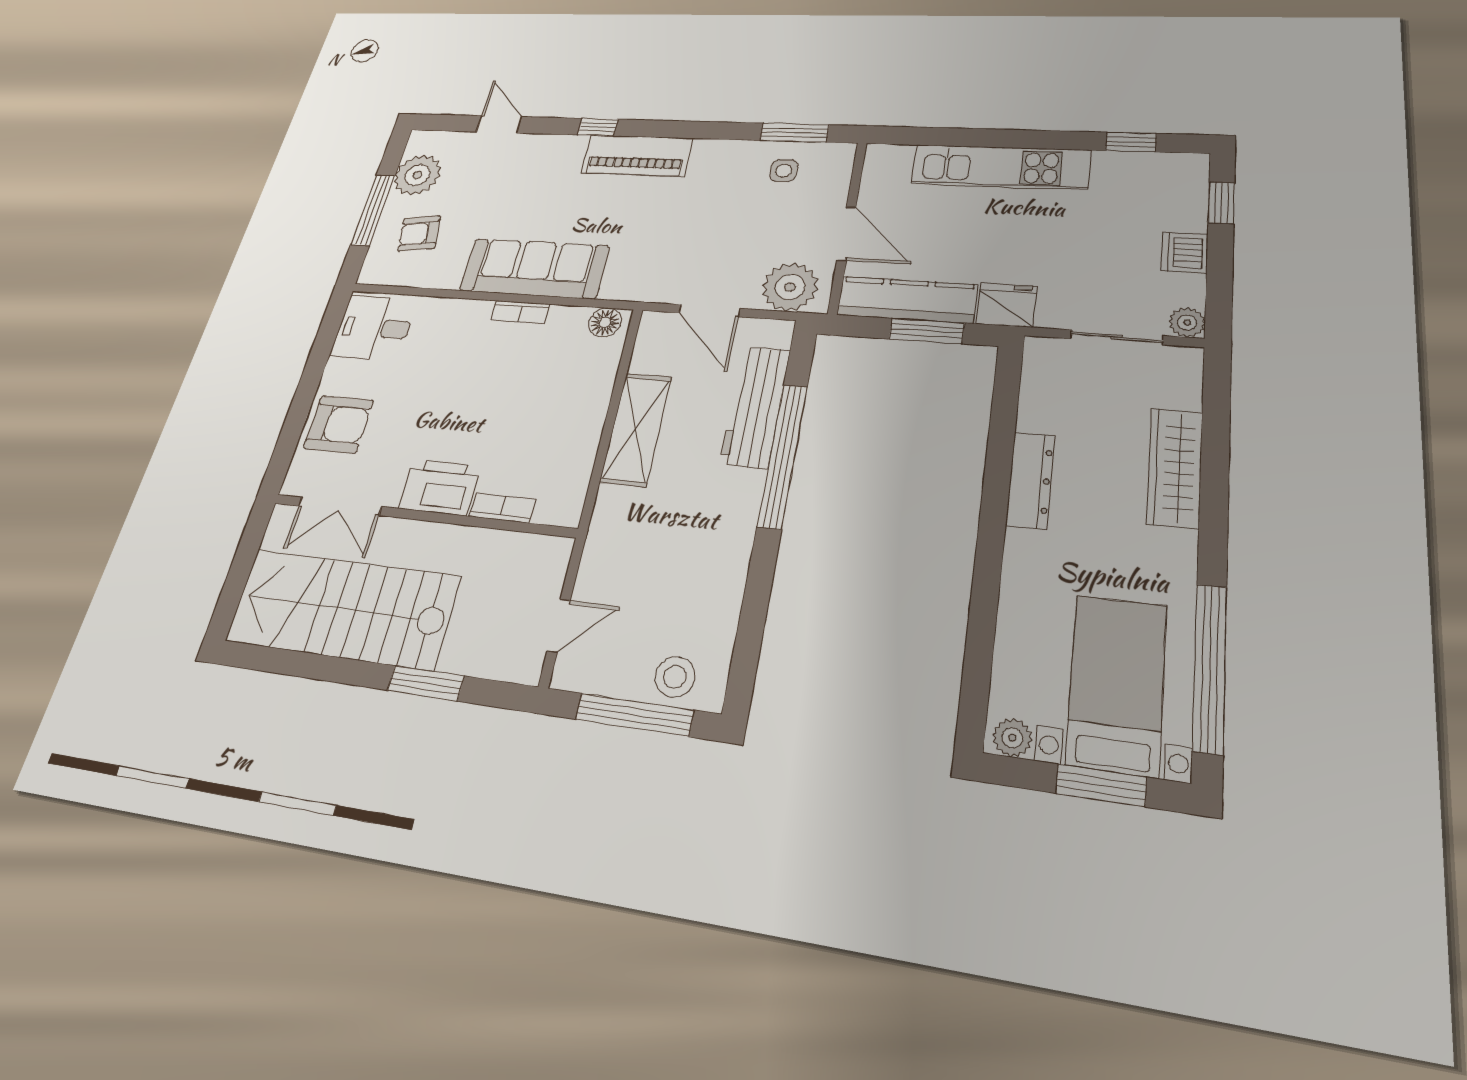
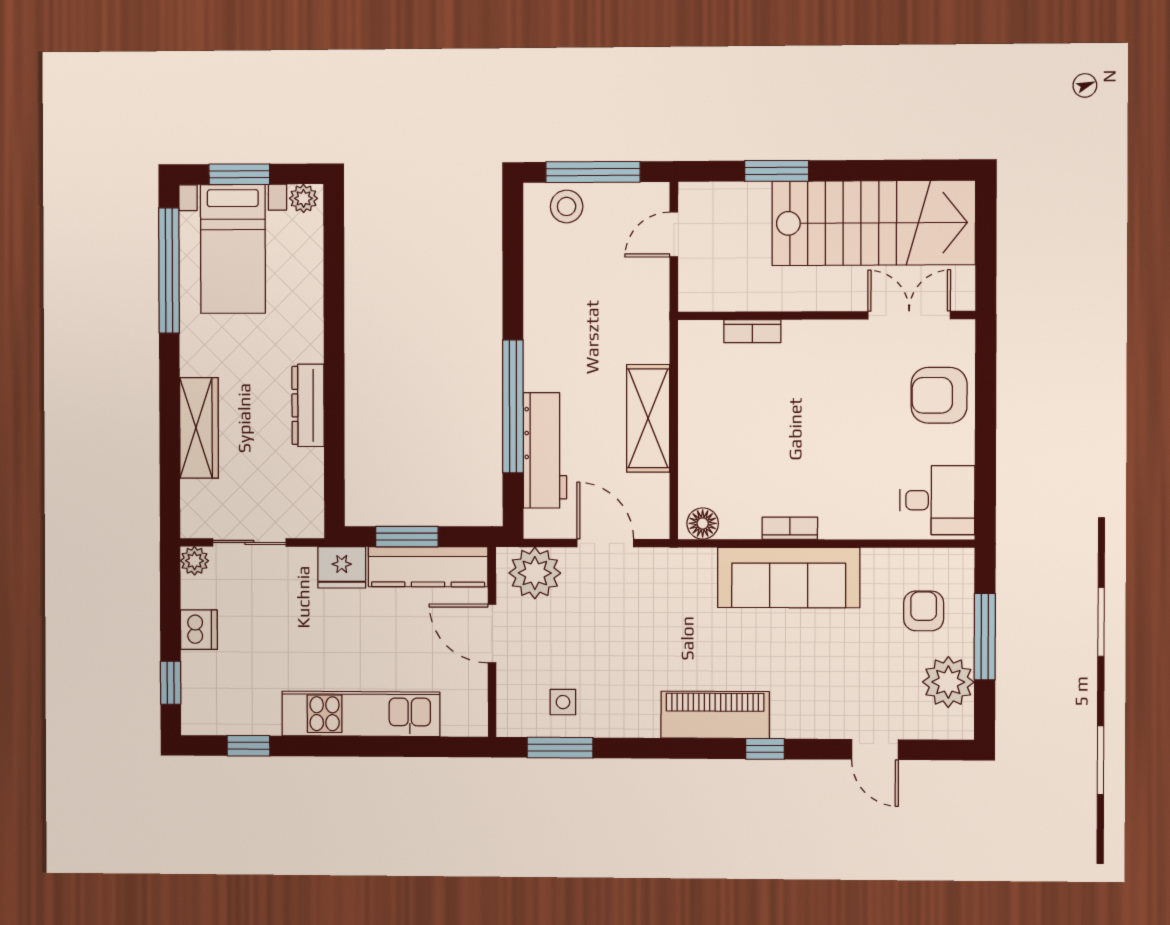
armchair: (419, 233) -> (924, 611), turned -81
printer: (440, 487) -> (818, 344), removed

